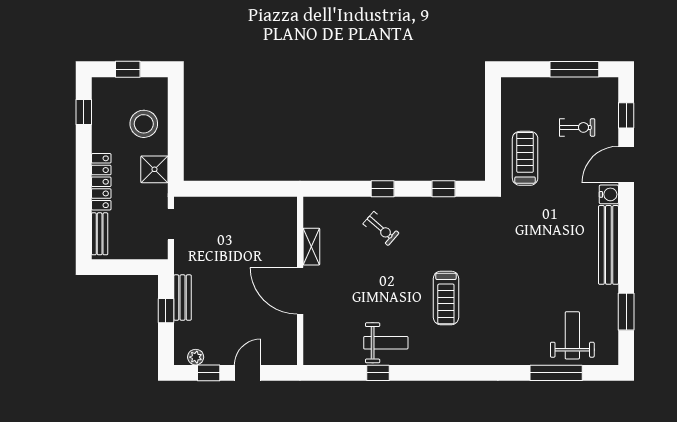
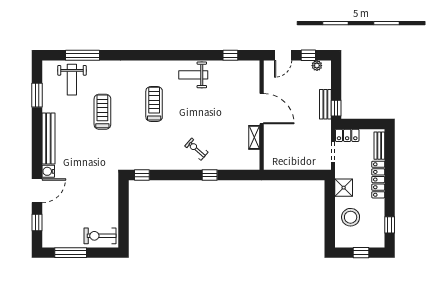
exercise bike: (577, 127) -> (100, 236), moved, width x1.38, depth x1.39
treadmill: (525, 158) -> (102, 112), moved, turned 180
window: (383, 189) -> (210, 175), moved
window: (444, 189) -> (142, 175), moved
shelving: (311, 247) -> (254, 137), moved
locker: (149, 250) -> (347, 135), added
wall: (300, 281) -> (262, 115), moved
door: (300, 291) -> (262, 109), moved
window: (166, 311) -> (336, 108), moved
window: (378, 373) -> (230, 55), moved

